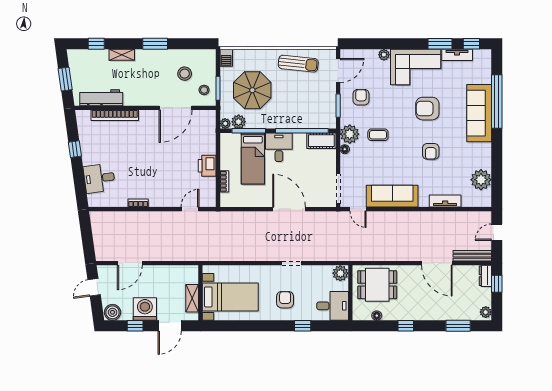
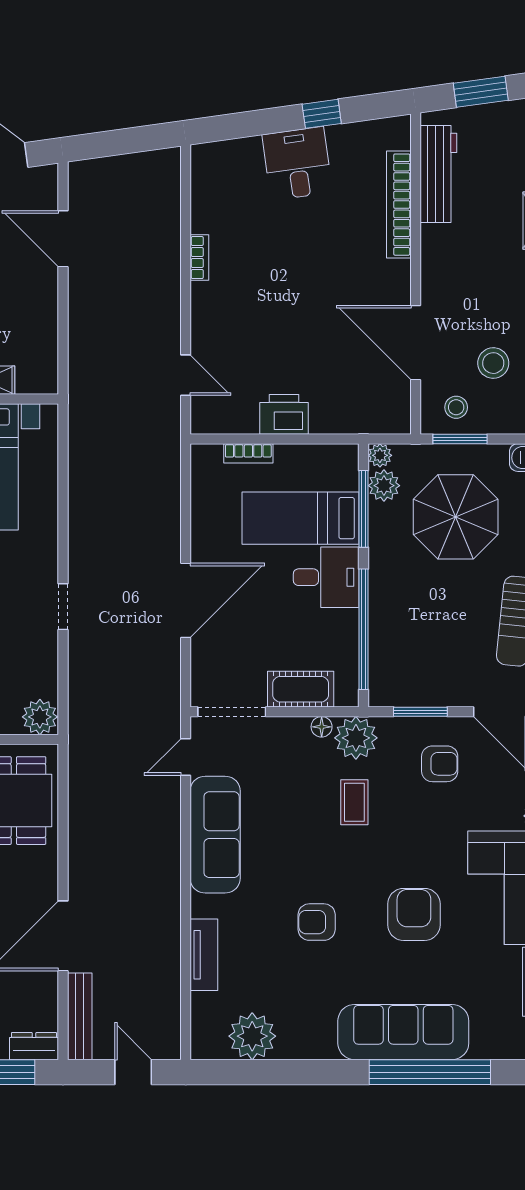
cot: (321, 141) -> (301, 689), moved, turned 90
desk: (99, 178) -> (297, 163), moved

